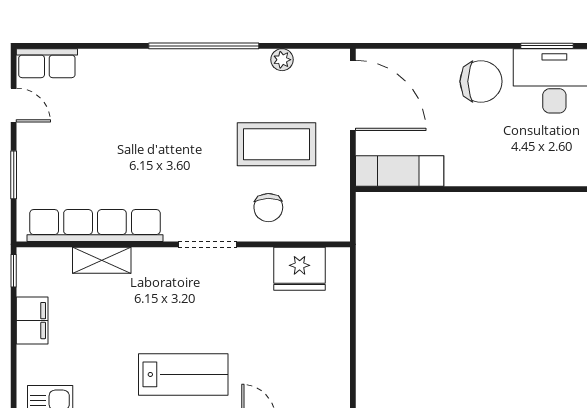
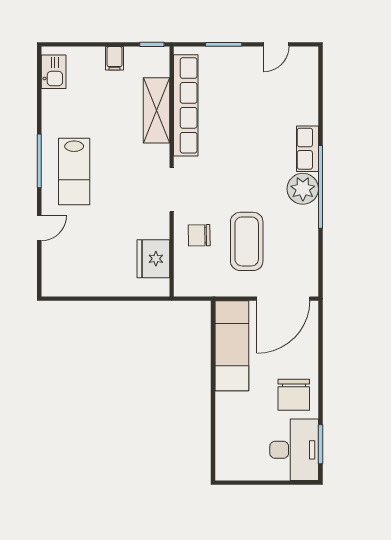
plant: (282, 60) -> (303, 189), moved, width x1.88, depth x1.88
row of seats: (47, 63) -> (307, 149), moved
exam couch: (400, 171) -> (232, 346), width x1.36, depth x1.45
shelving: (102, 260) -> (156, 110), width x1.50, depth x1.33
filing cabinet: (32, 321) -> (115, 58), width x0.50

